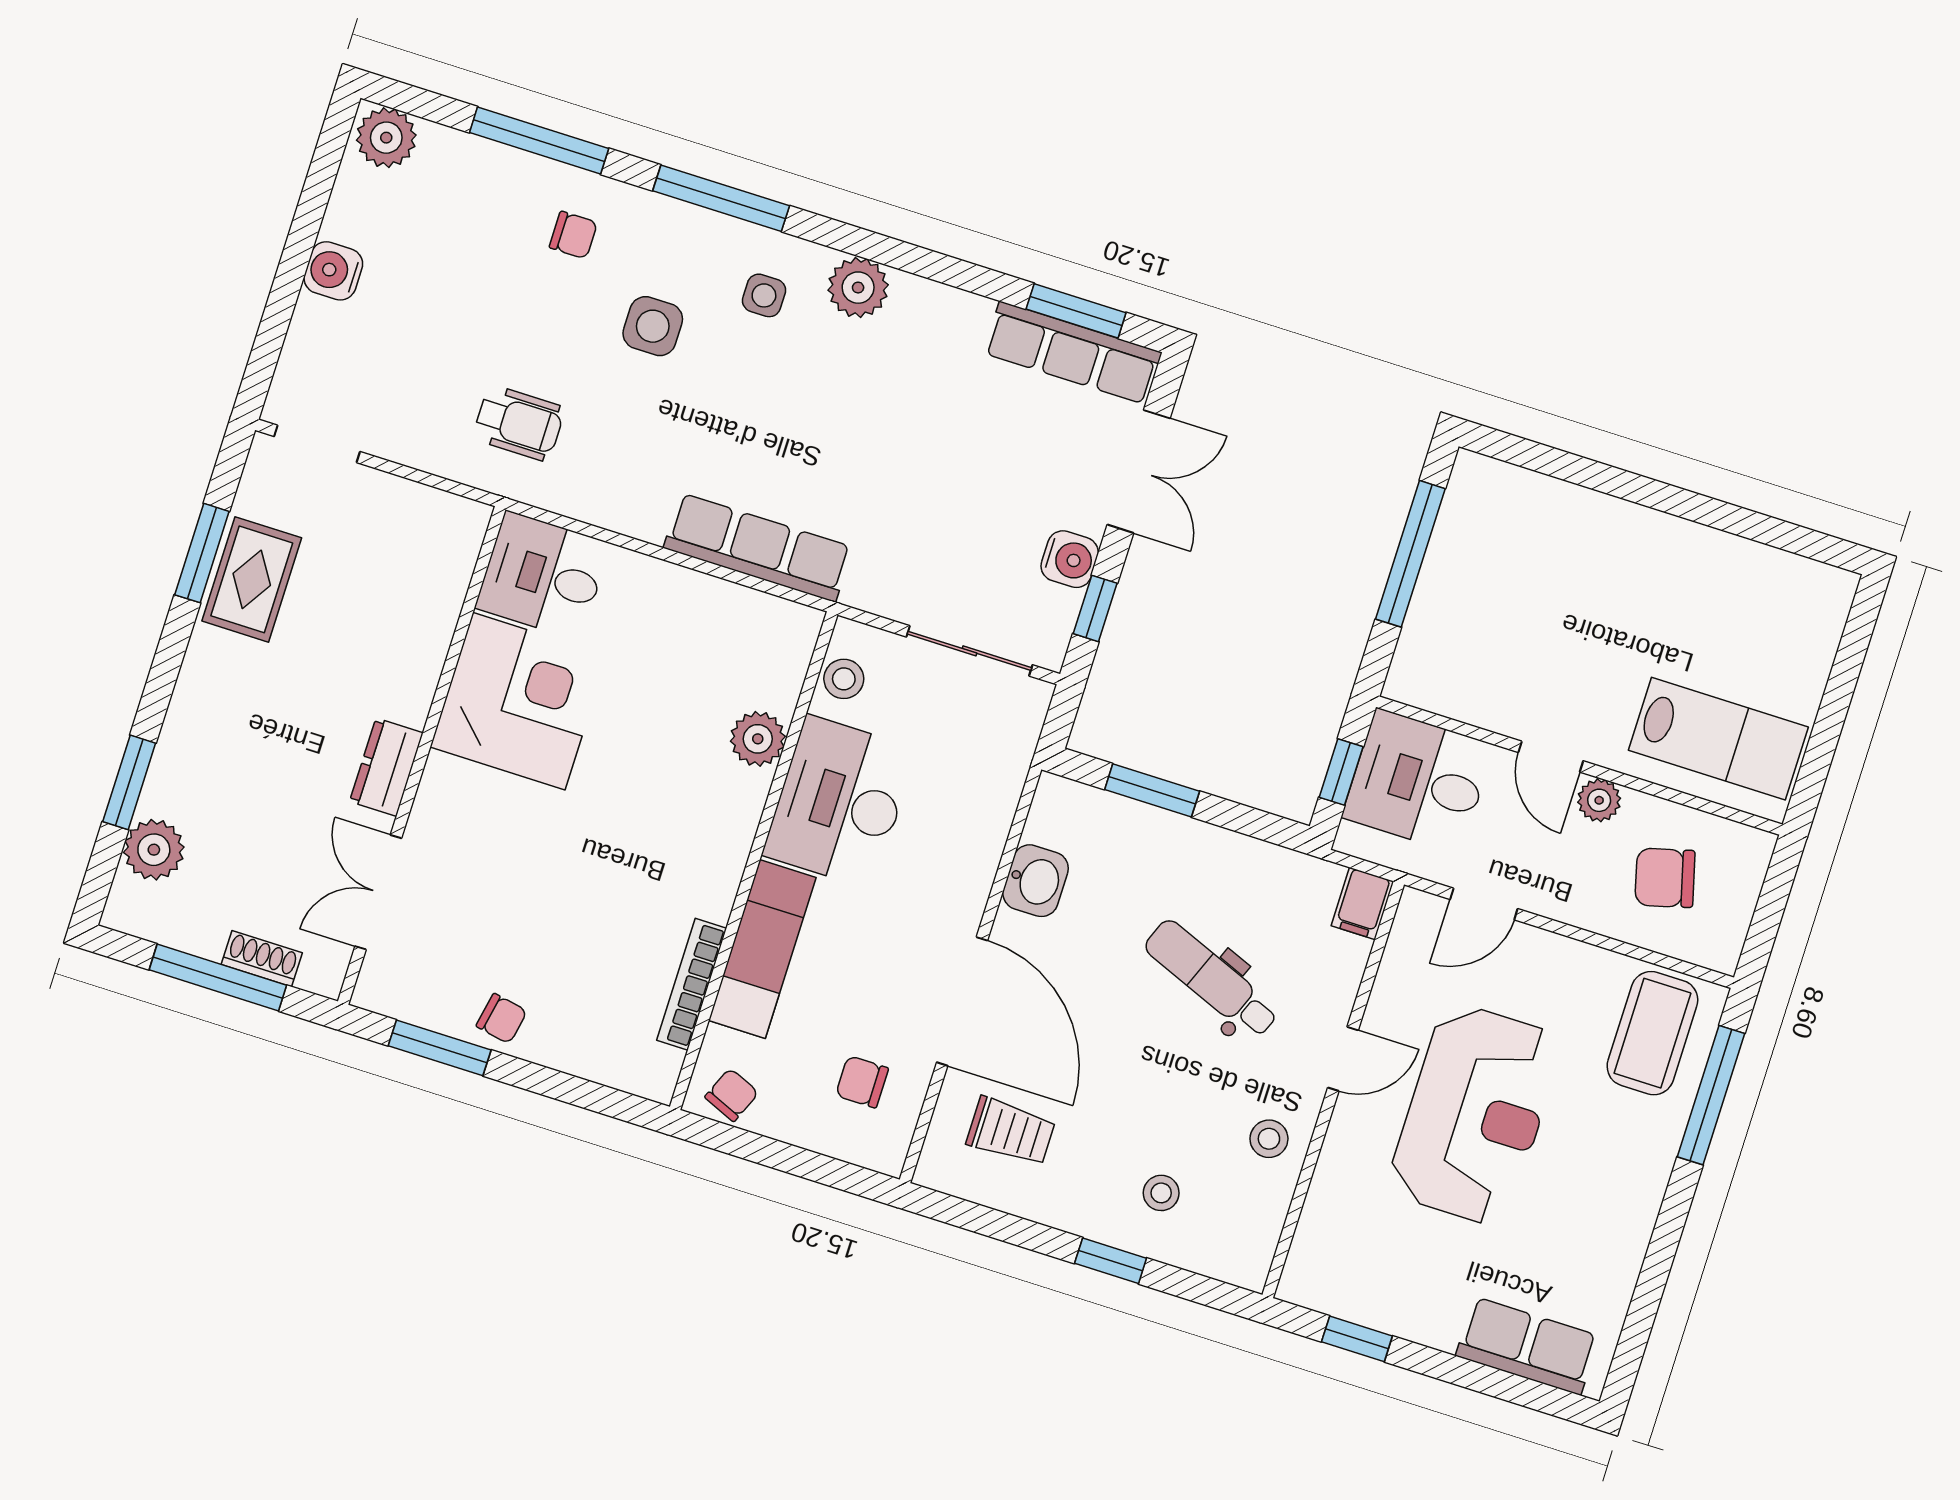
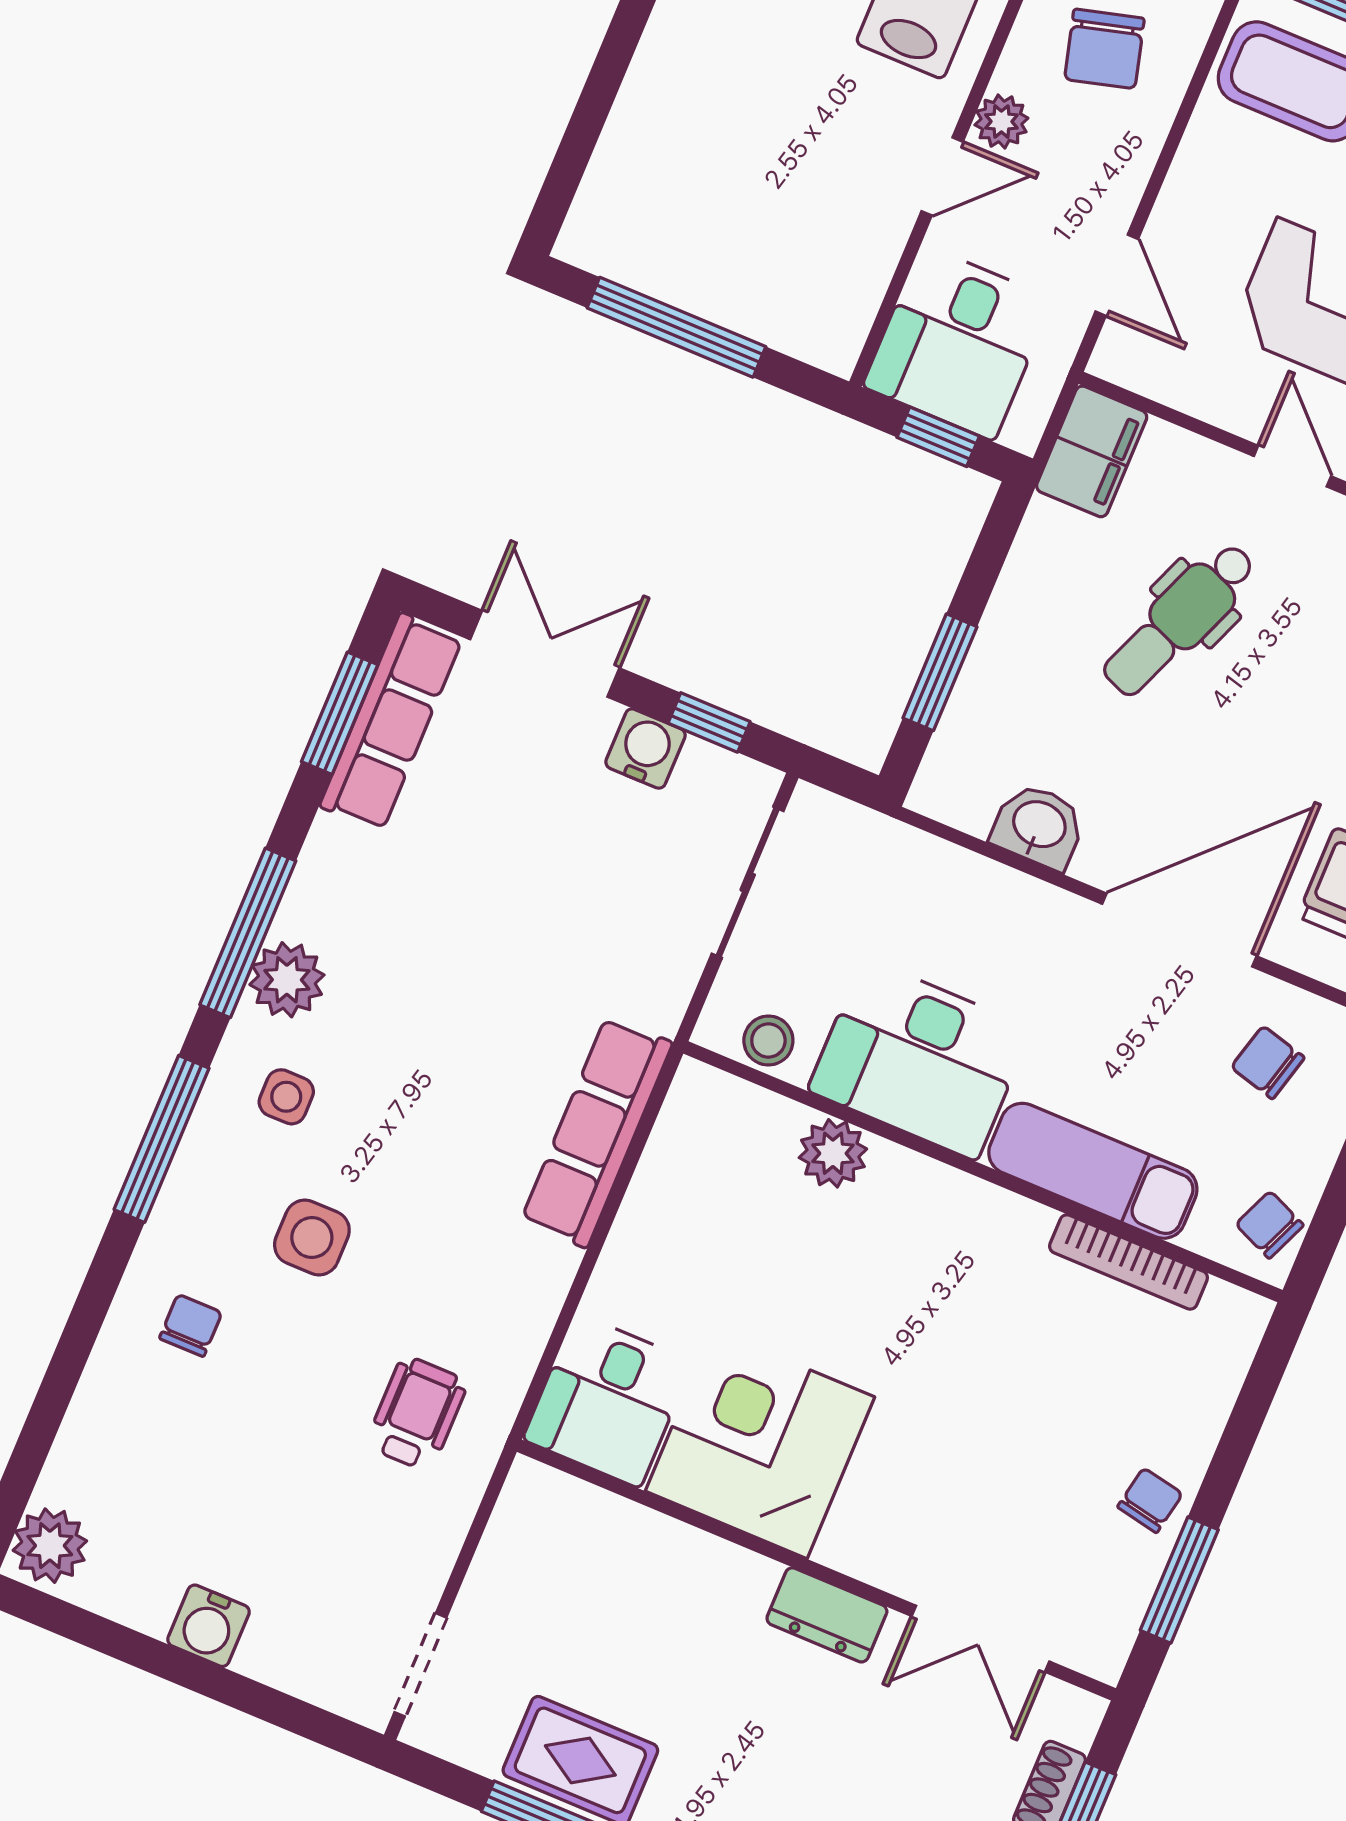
window: (539, 140) -> (248, 933), moved
filing cabinet: (1362, 903) -> (1092, 451), width x2.00
chair: (862, 1082) -> (1268, 1062), turned 105

